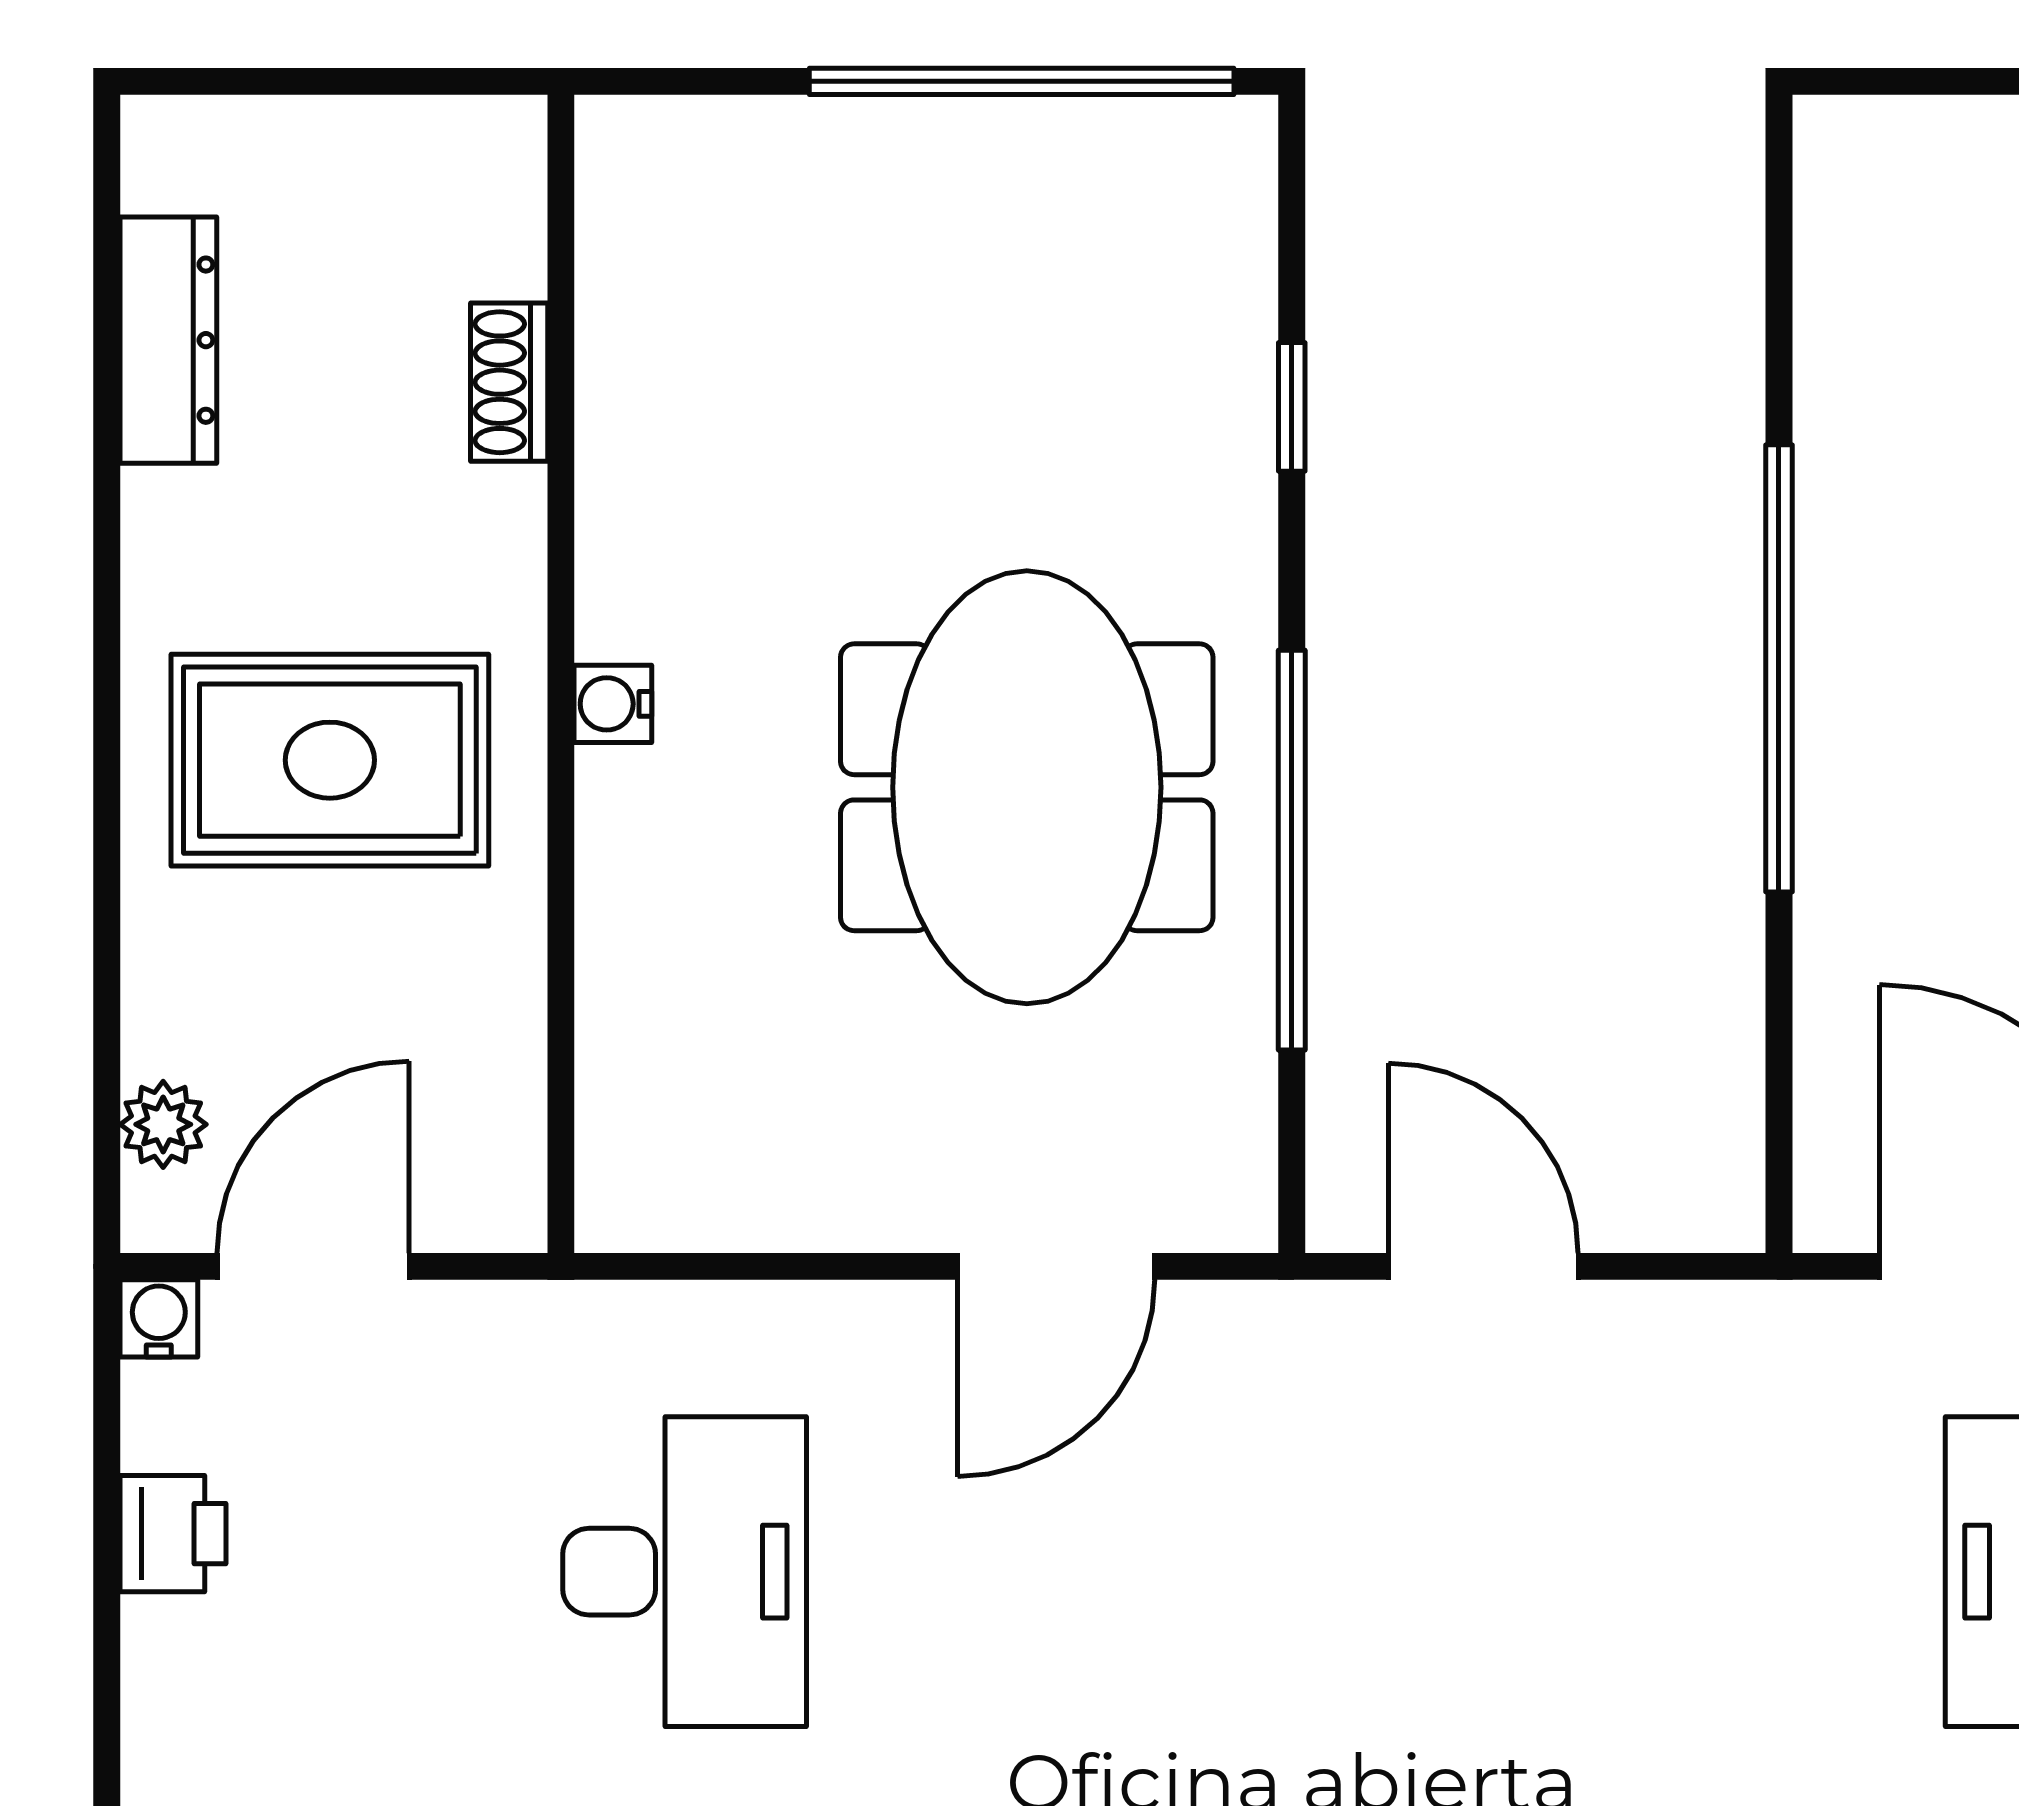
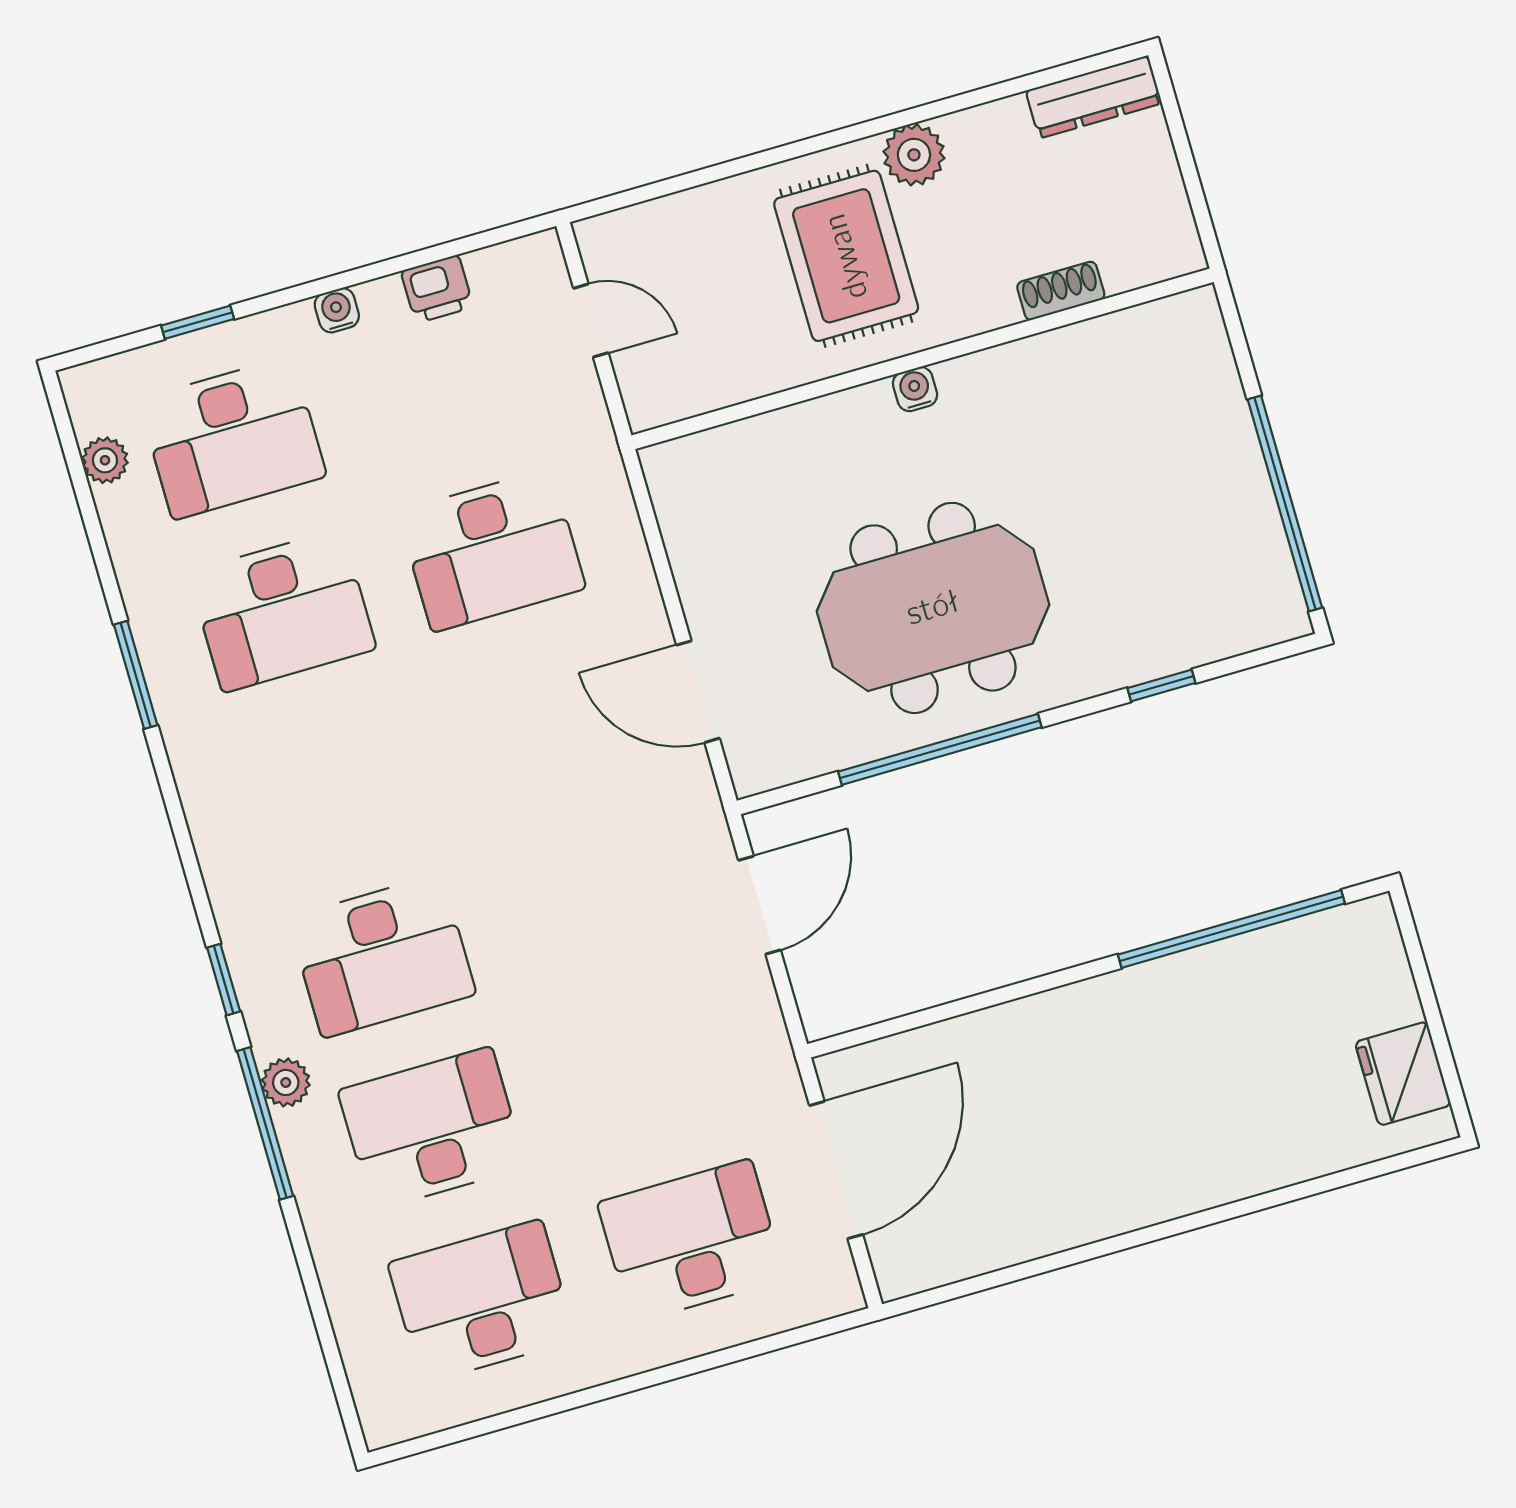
dresser: (168, 340) -> (1094, 97), moved
window: (1779, 668) -> (1231, 929), moved
plant: (163, 1124) -> (914, 155), moved, width x1.38, depth x1.38
door: (313, 1266) -> (591, 321), width x0.73
water cooler: (159, 1318) -> (337, 310), moved, turned -90

